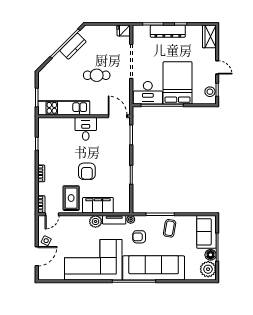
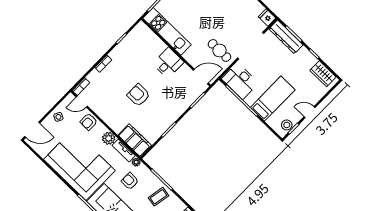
dresser: (168, 31) -> (286, 37), moved
wardrobe: (209, 36) -> (323, 74), moved, turned -90
door: (217, 67) -> (310, 112), swing flipped
cafe table: (97, 75) -> (219, 50), moved
bed: (178, 83) -> (273, 99), width x0.67
door: (118, 116) -> (201, 77), hinge flipped
armchair: (87, 171) -> (138, 95), turned 90
rug: (71, 198) -> (108, 103), removed
filing cabinet: (98, 205) -> (135, 140), moved
armchair: (70, 223) -> (89, 122), added
door: (37, 256) -> (32, 130), moved

